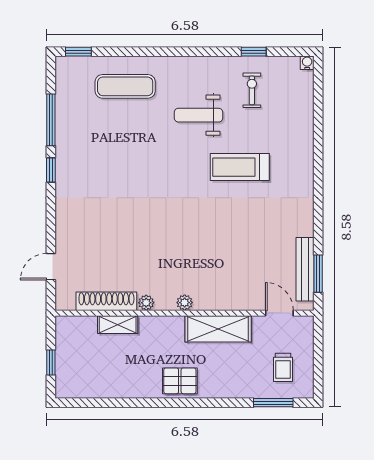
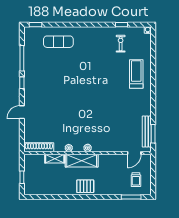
weight bench: (199, 115) -> (94, 56), removed
treadmill: (240, 167) -> (136, 74), moved, turned 90
door: (51, 267) -> (22, 112), moved
shoe rack: (106, 301) -> (39, 147), moved
door: (279, 313) -> (134, 153), swing flipped
shelving: (218, 329) -> (82, 161), moved

